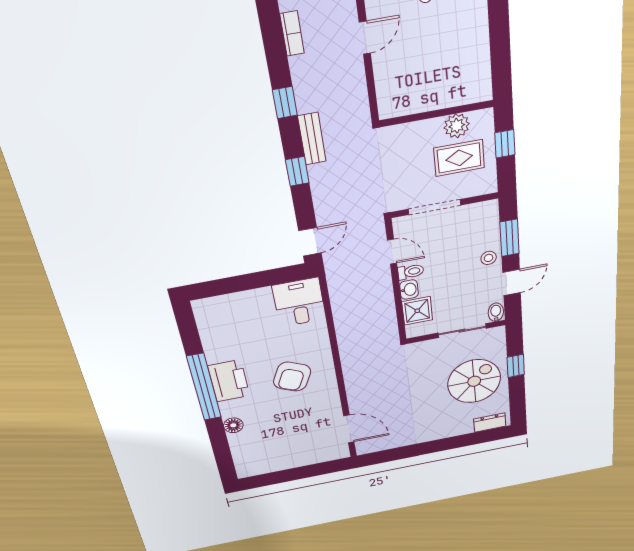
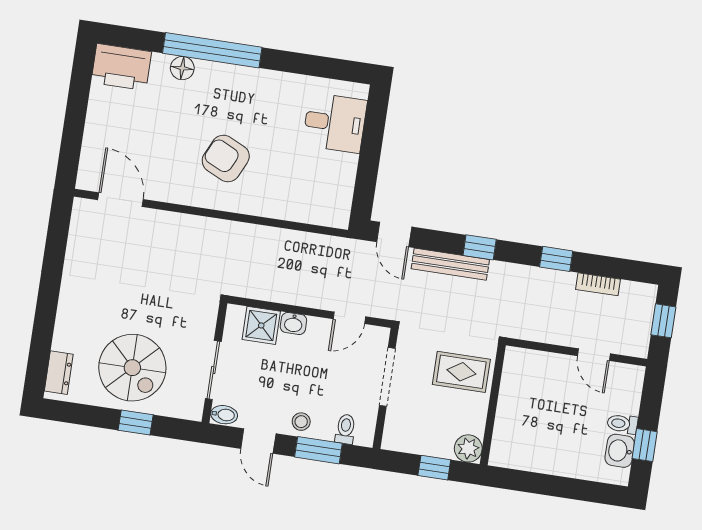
bookcase: (292, 34) -> (598, 284), moved
plant: (457, 126) -> (468, 448), moved
bench: (312, 139) -> (450, 264), moved, width x1.36
rug: (459, 158) -> (461, 372), moved, turned 90
toilet: (411, 272) -> (345, 429), moved, turned 180
desk: (299, 302) -> (335, 123), moved
printer: (229, 381) -> (121, 67), moved
window: (204, 387) -> (212, 50), moved
door: (349, 429) -> (121, 200), swing flipped

